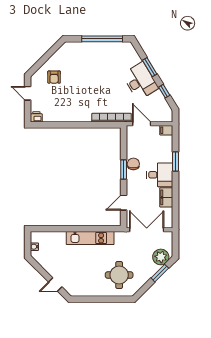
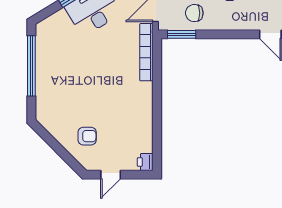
chair: (133, 164) -> (194, 13), moved
window: (124, 169) -> (182, 34), moved

